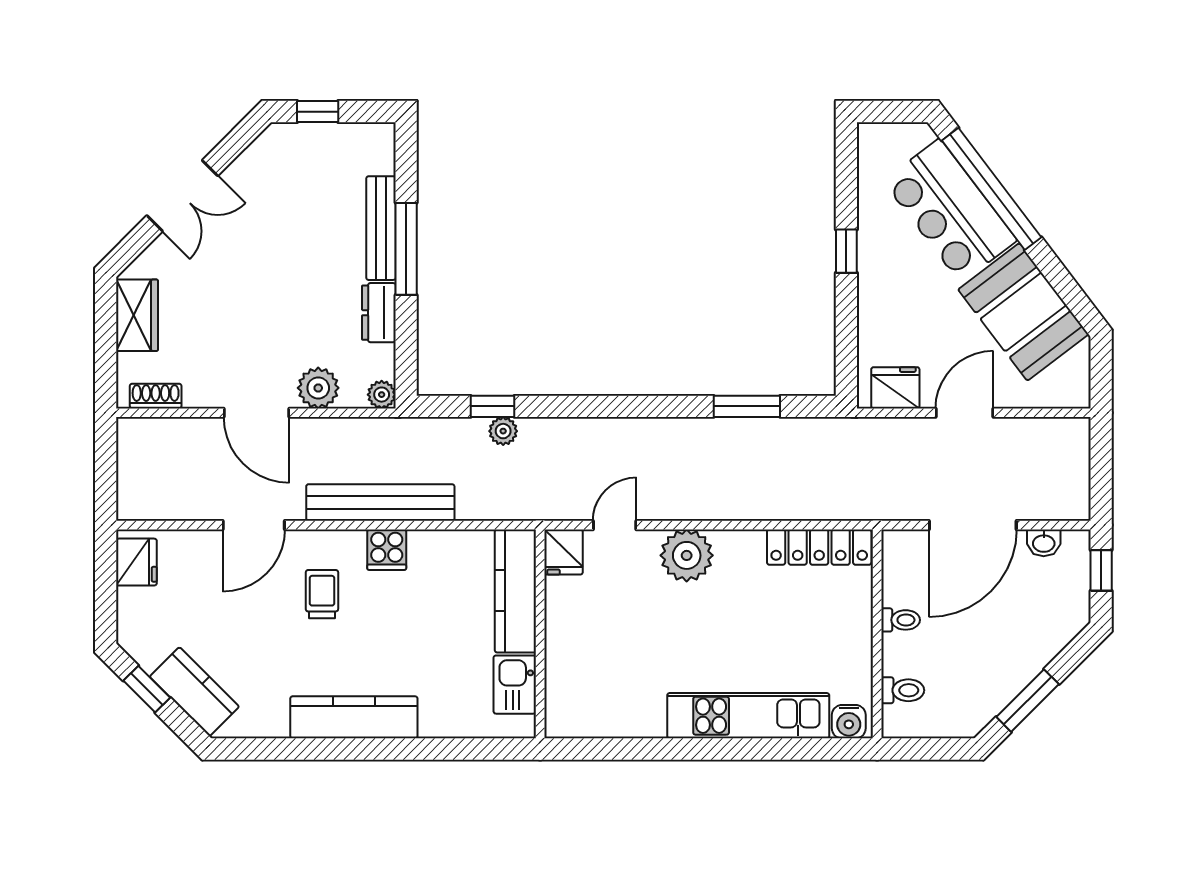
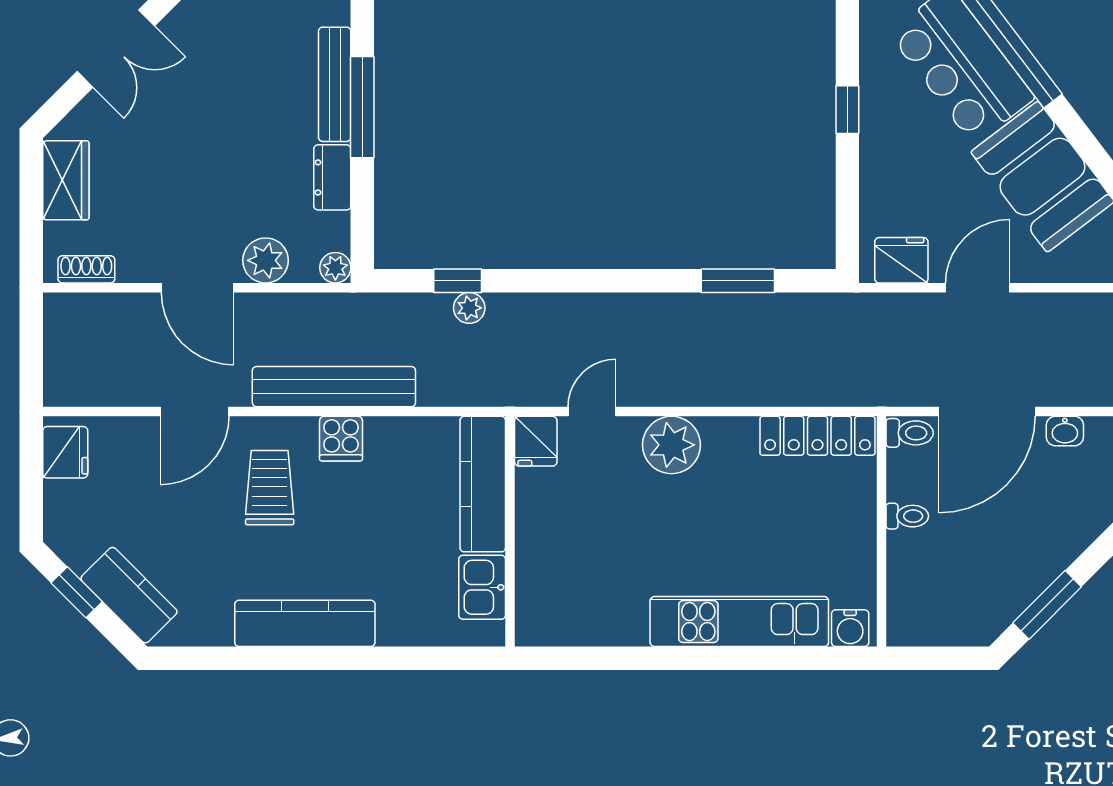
trolley: (322, 594) -> (270, 488), width x1.36, depth x1.39
toilet: (903, 690) -> (910, 433), moved

